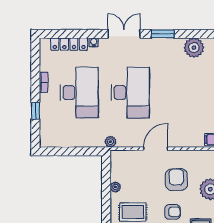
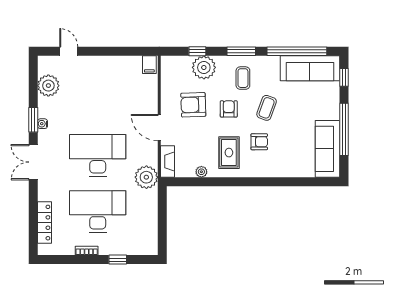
water cooler: (94, 42) -> (43, 124), moved
plant: (110, 142) -> (146, 177), width x1.88, depth x1.88
fireplace: (125, 156) -> (168, 162), added

